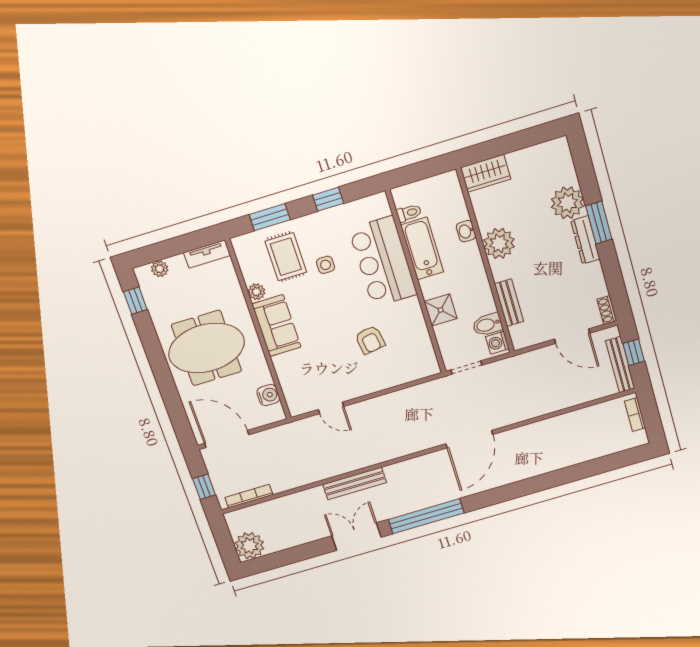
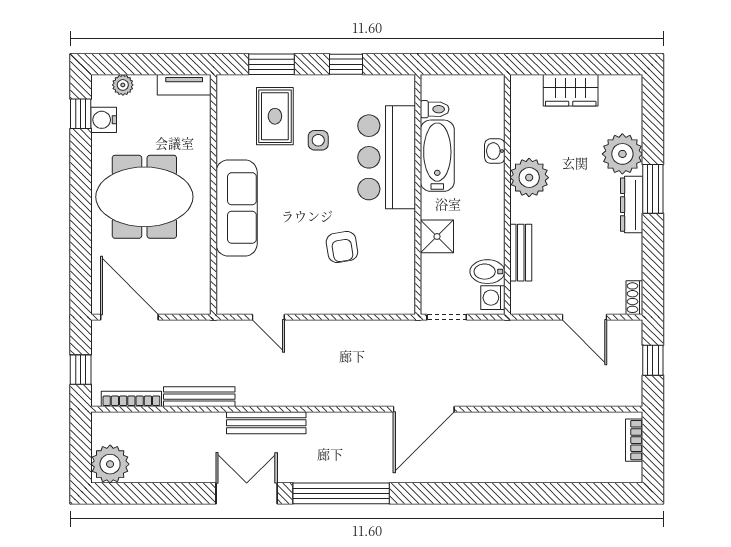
wardrobe: (486, 173) -> (571, 90), moved
plant: (256, 292) -> (227, 147), removed
sofa: (276, 326) -> (237, 208), width x1.36
bench: (620, 365) -> (199, 397), moved, turned 90
water cooler: (268, 395) -> (104, 120), moved, turned 180

